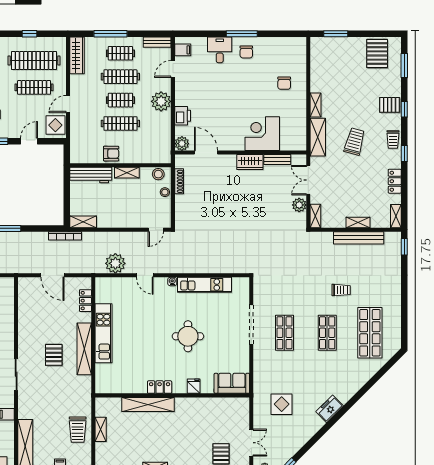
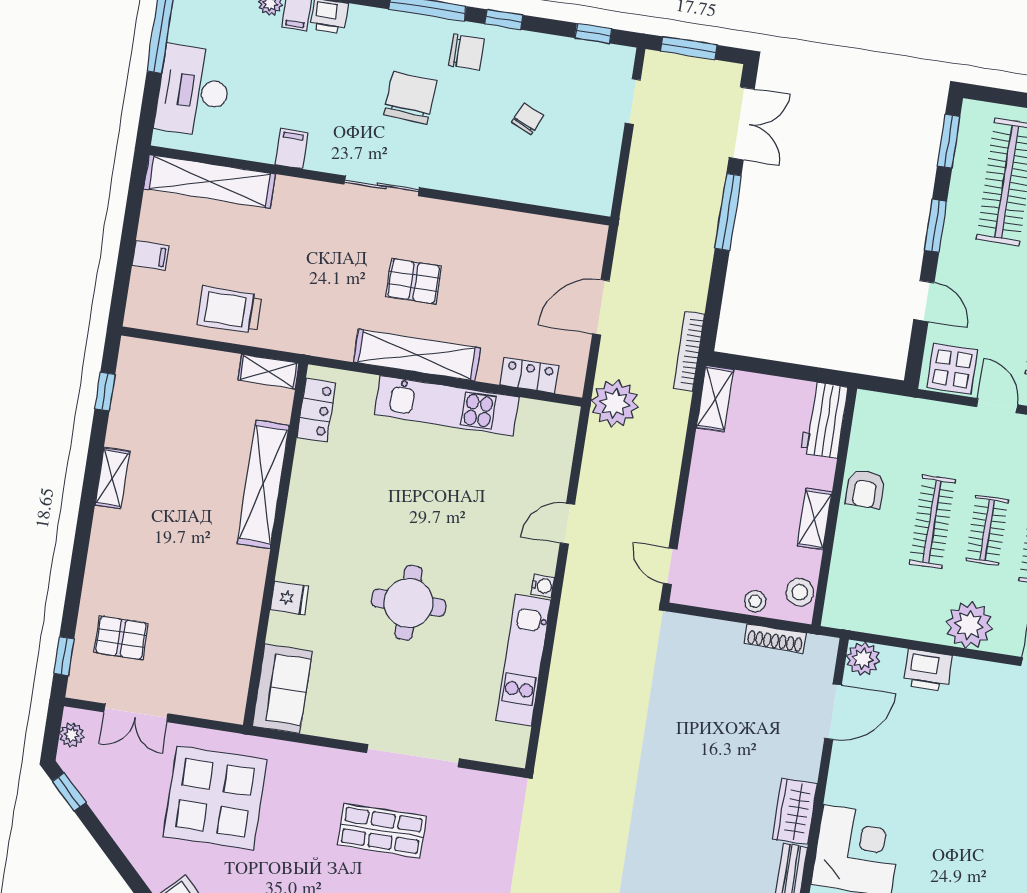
workbench: (91, 175) -> (824, 420), width x0.73
plant: (115, 263) -> (615, 403), moved
locker: (160, 387) -> (316, 410), moved
display table: (282, 404) -> (215, 798), width x1.86, depth x1.86
shelving: (101, 429) -> (268, 371), moved

